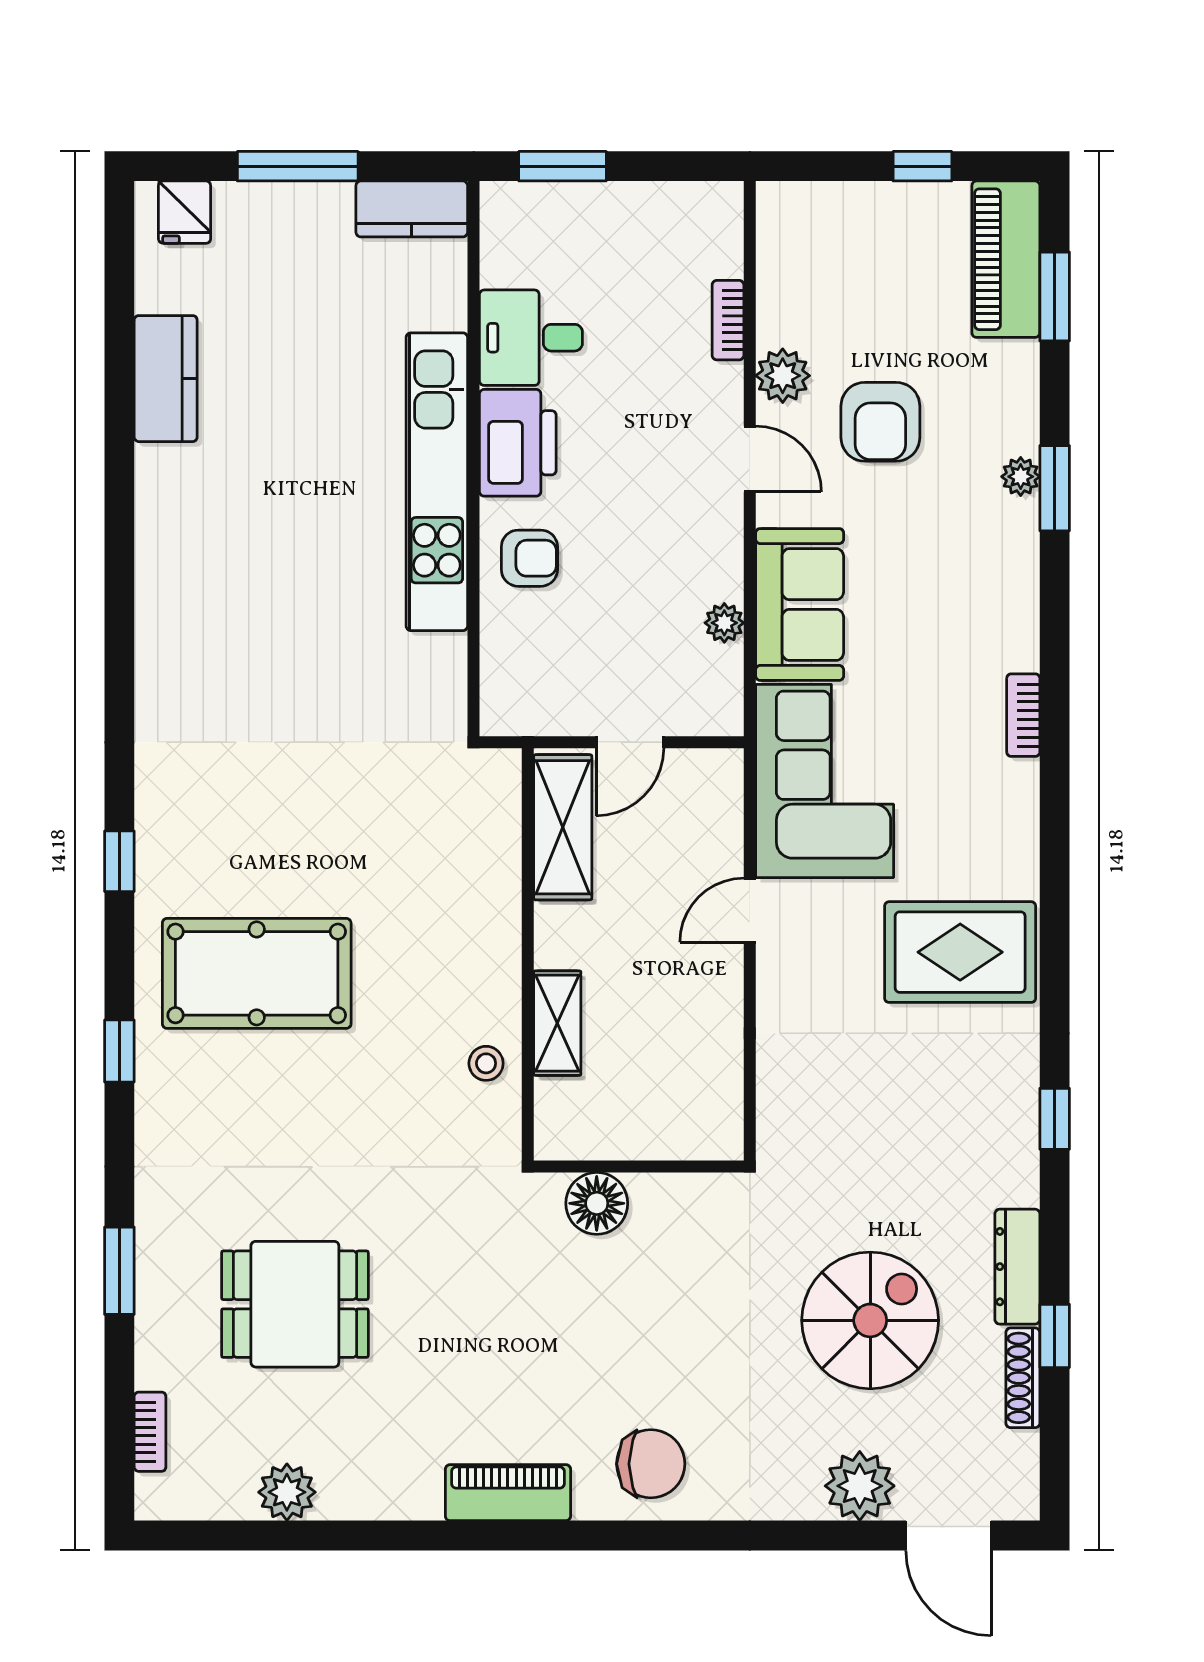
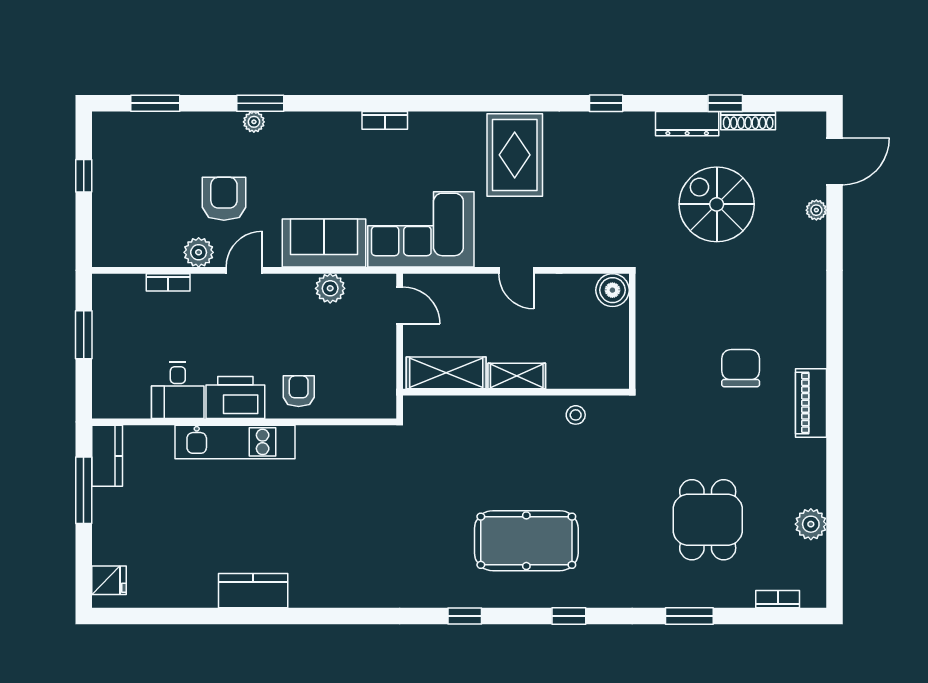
window: (298, 166) -> (84, 490), moved
window: (562, 166) -> (84, 335), moved
piano: (1006, 259) -> (135, 130), removed
kitchen counter: (166, 379) -> (253, 591), moved
armchair: (880, 422) -> (224, 199), turned -90
kitchen unit: (437, 482) -> (235, 442), width x0.73
plant: (724, 623) -> (330, 288), width x1.38, depth x1.38
door: (630, 742) -> (400, 305), moved
door: (750, 910) -> (516, 270), moved
pool table: (257, 973) -> (526, 541), turned 90
shelving: (557, 1023) -> (517, 376), moved
boiler: (714, 1130) -> (612, 290), added
floor lamp: (597, 1203) -> (652, 354), removed
chair: (651, 1464) -> (741, 368), moved
plant: (860, 1486) -> (816, 210), width x0.53, depth x0.53

